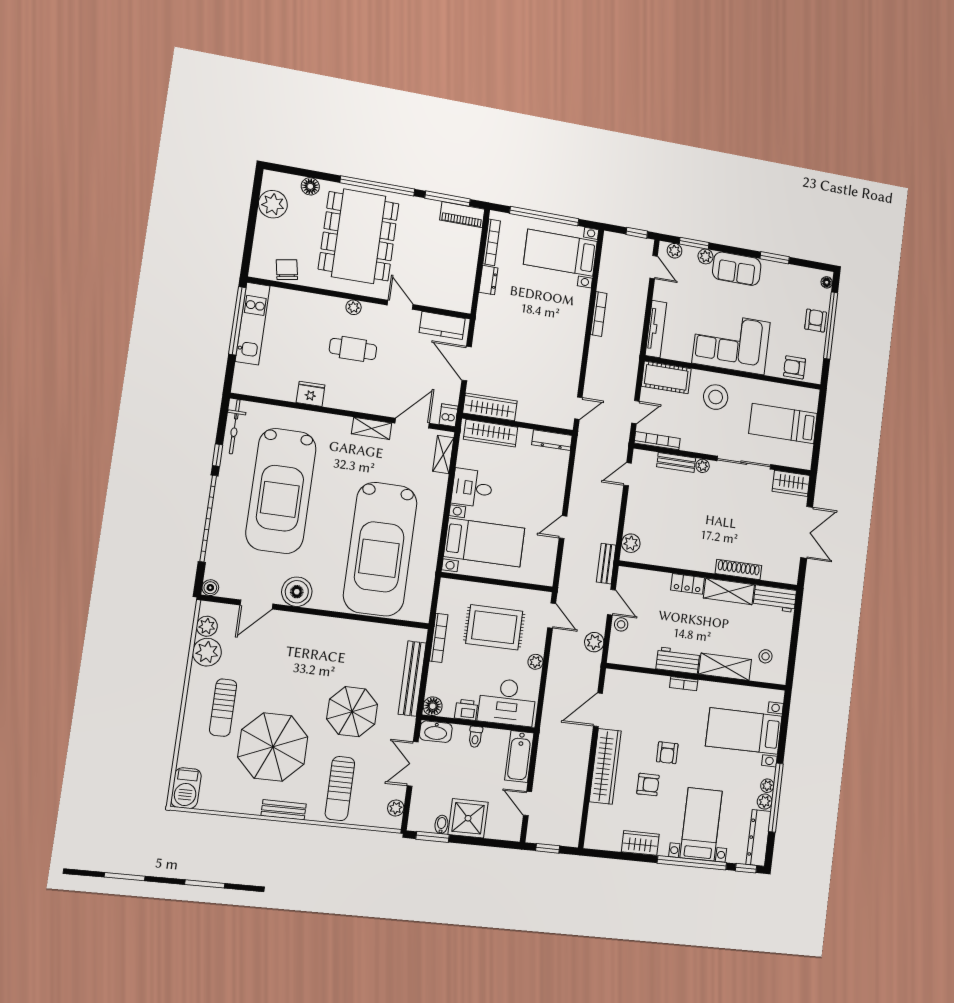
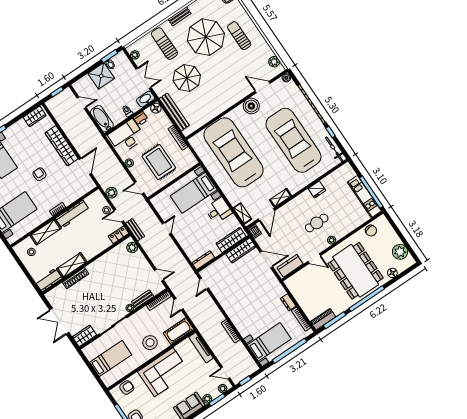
door: (628, 474) -> (159, 275), hinge flipped
locker: (688, 584) -> (118, 235), moved
door: (256, 605) -> (263, 87), hinge flipped
rug: (494, 627) -> (159, 162), turned 90
plant: (207, 652) -> (265, 52), removed
workbench: (678, 660) -> (72, 214), width x1.38
armchair: (648, 784) -> (36, 154), removed
wardrobe: (640, 843) -> (35, 116), moved

